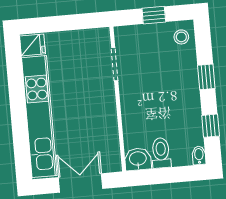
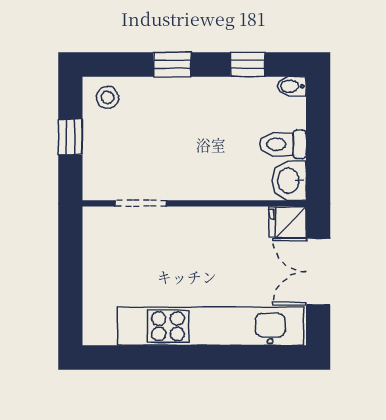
fridge: (33, 45) -> (288, 222), moved, turned -90

